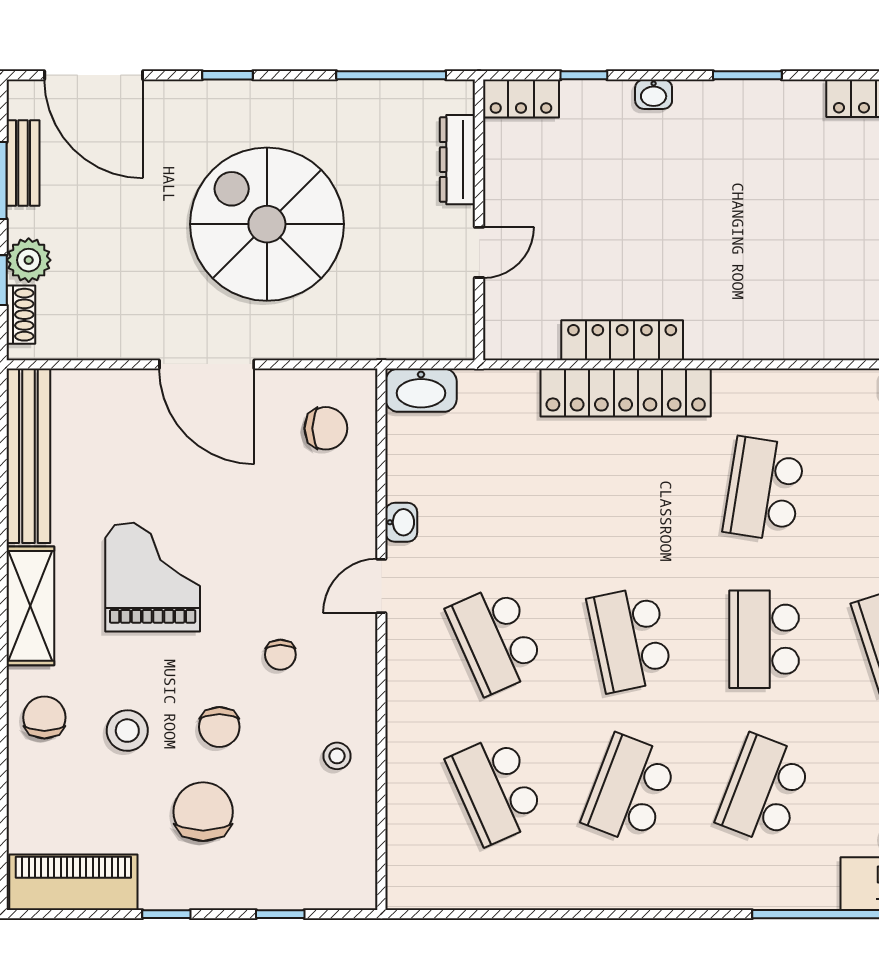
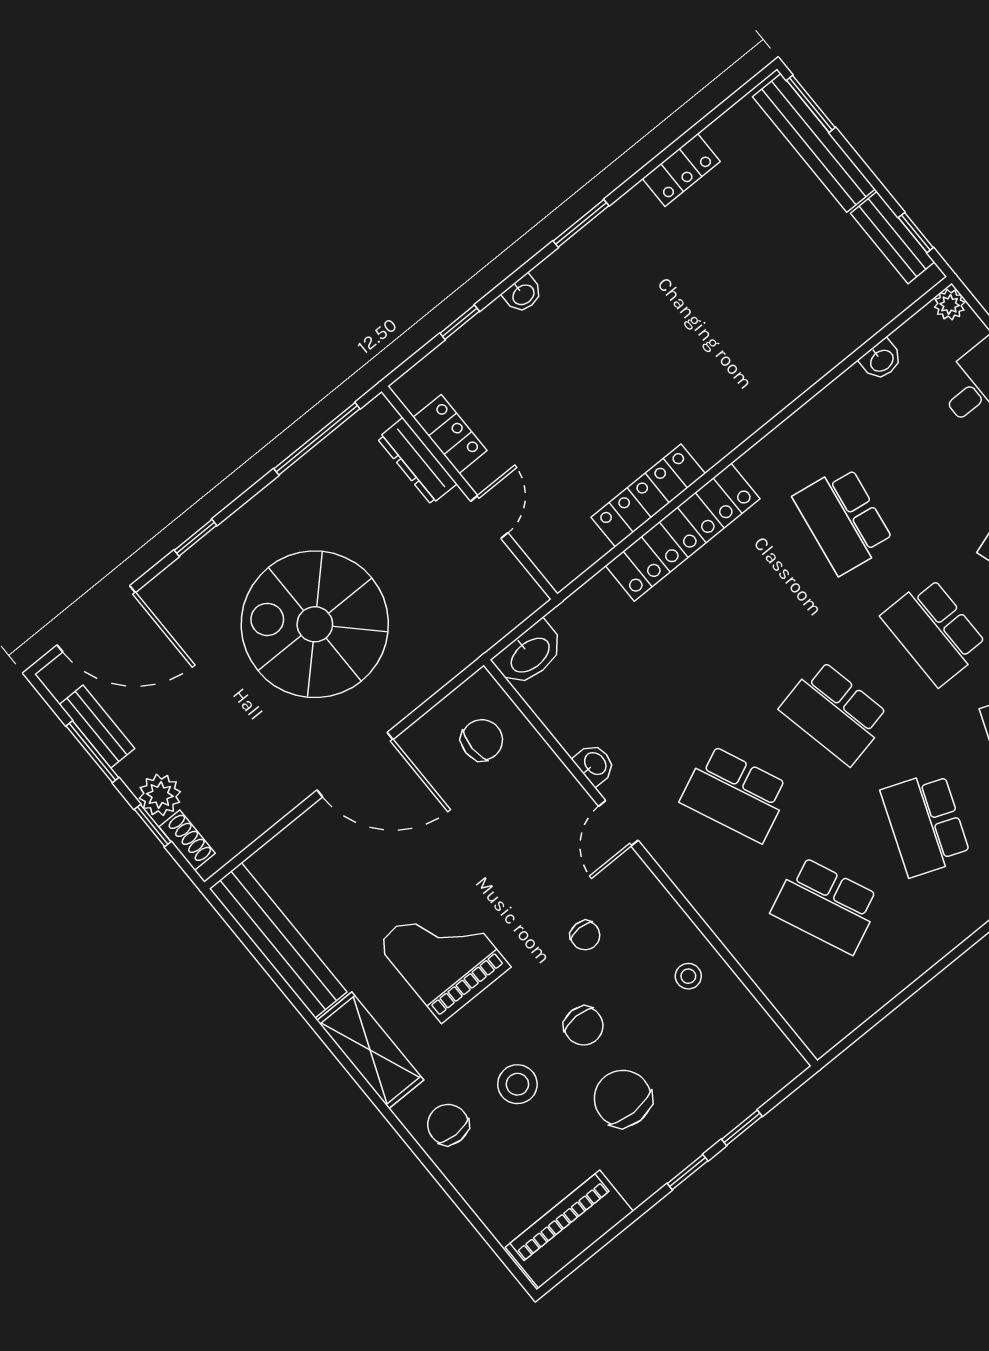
locker: (521, 98) -> (450, 434), moved, turned -90
window: (166, 914) -> (688, 1172), moved

